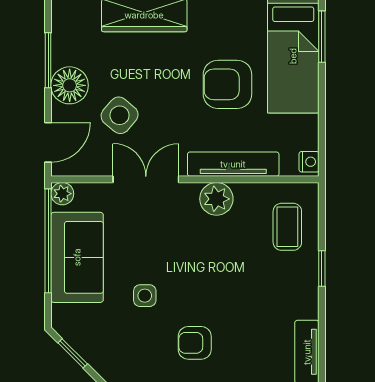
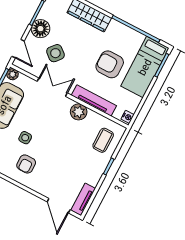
door: (48, 142) -> (18, 49), hinge flipped
armchair: (195, 343) -> (26, 164), moved, turned -90

